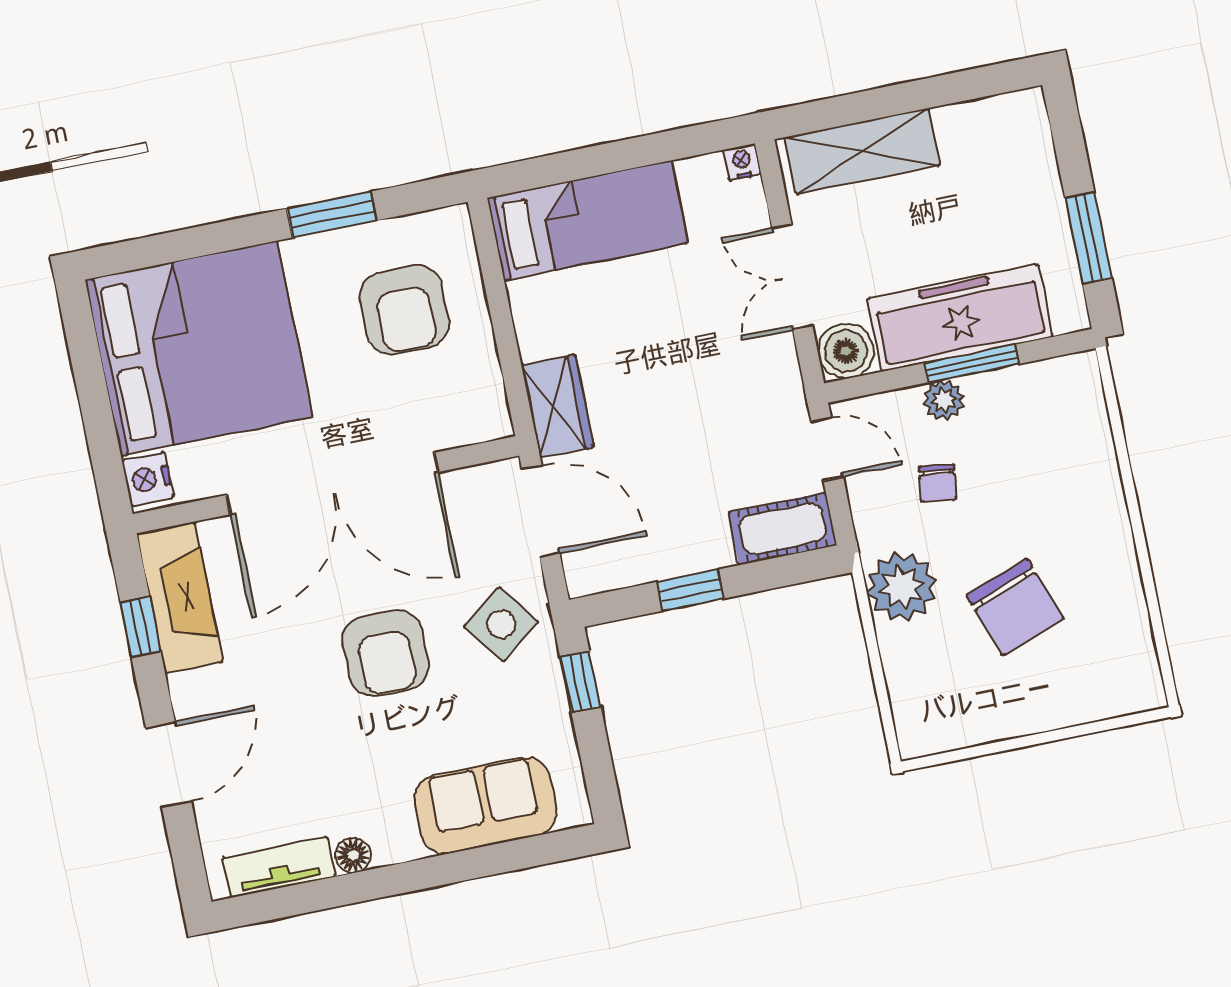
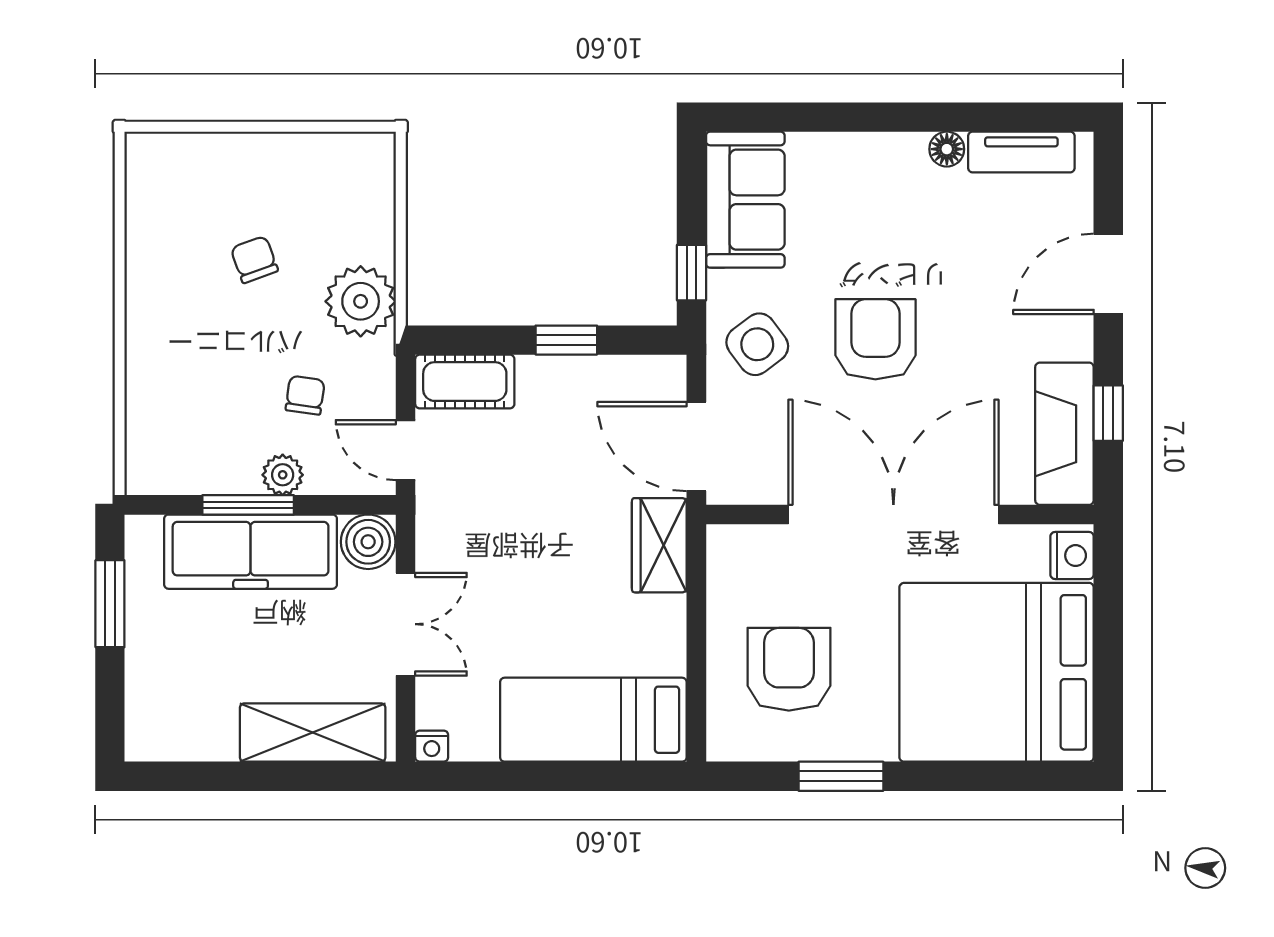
chair: (1015, 607) -> (254, 260), width x0.54, depth x0.54
sofa: (485, 806) -> (745, 200), moved, turned -90

